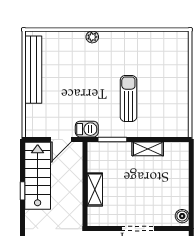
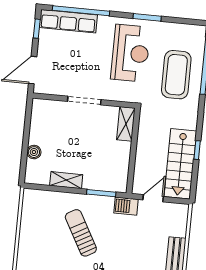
sun lounger: (128, 99) -> (81, 233), turned 151
shelving: (95, 189) -> (126, 124), moved
boiler: (182, 216) -> (34, 152), moved

